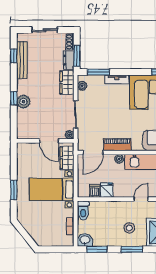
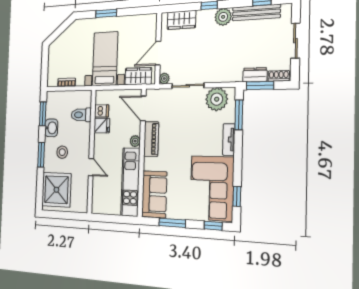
wardrobe: (67, 82) -> (182, 20), moved, turned 180
plant: (82, 86) -> (217, 99), width x1.87, depth x1.87
plant: (23, 102) -> (223, 17), moved
toilet: (83, 211) -> (81, 115), moved
washbasin: (85, 240) -> (51, 128), moved

